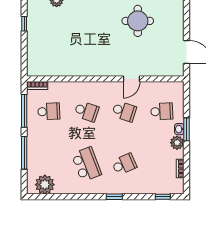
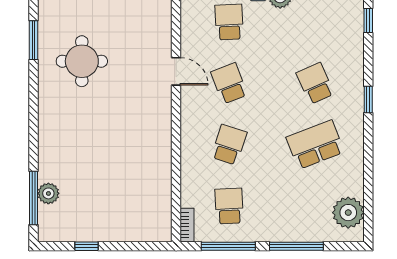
school desk: (124, 111) -> (229, 83), turned -39

